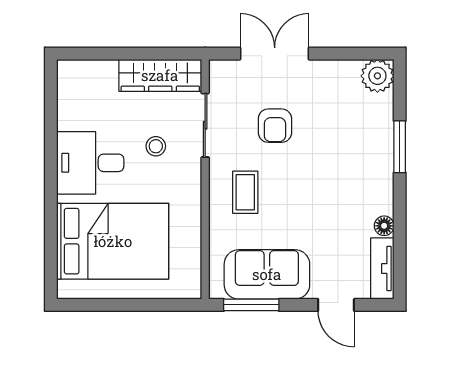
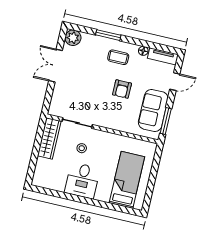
double door: (275, 54) -> (56, 66), moved
armchair: (275, 126) -> (122, 89), moved, turned 90
coffee table: (245, 192) -> (118, 57), moved
bed: (113, 241) -> (127, 180), width x0.67

